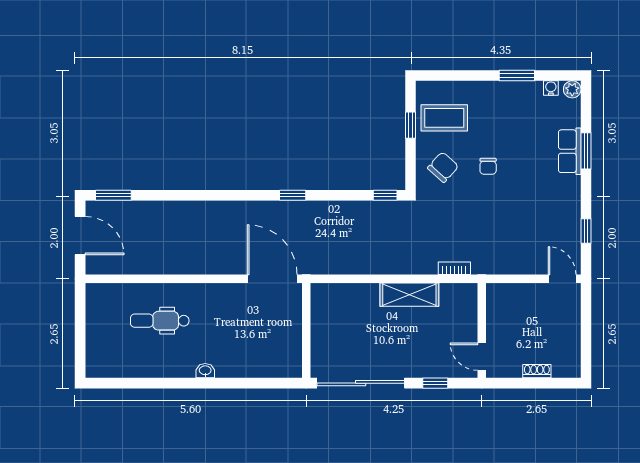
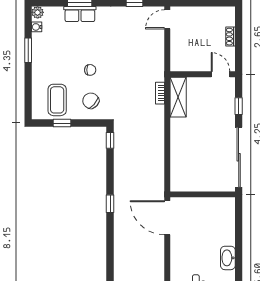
door: (272, 279) -> (167, 218), hinge flipped
shelving: (409, 295) -> (178, 97), moved
door: (482, 357) -> (221, 74), swing flipped
washbasin: (205, 371) -> (228, 258), width x1.91, depth x1.45

